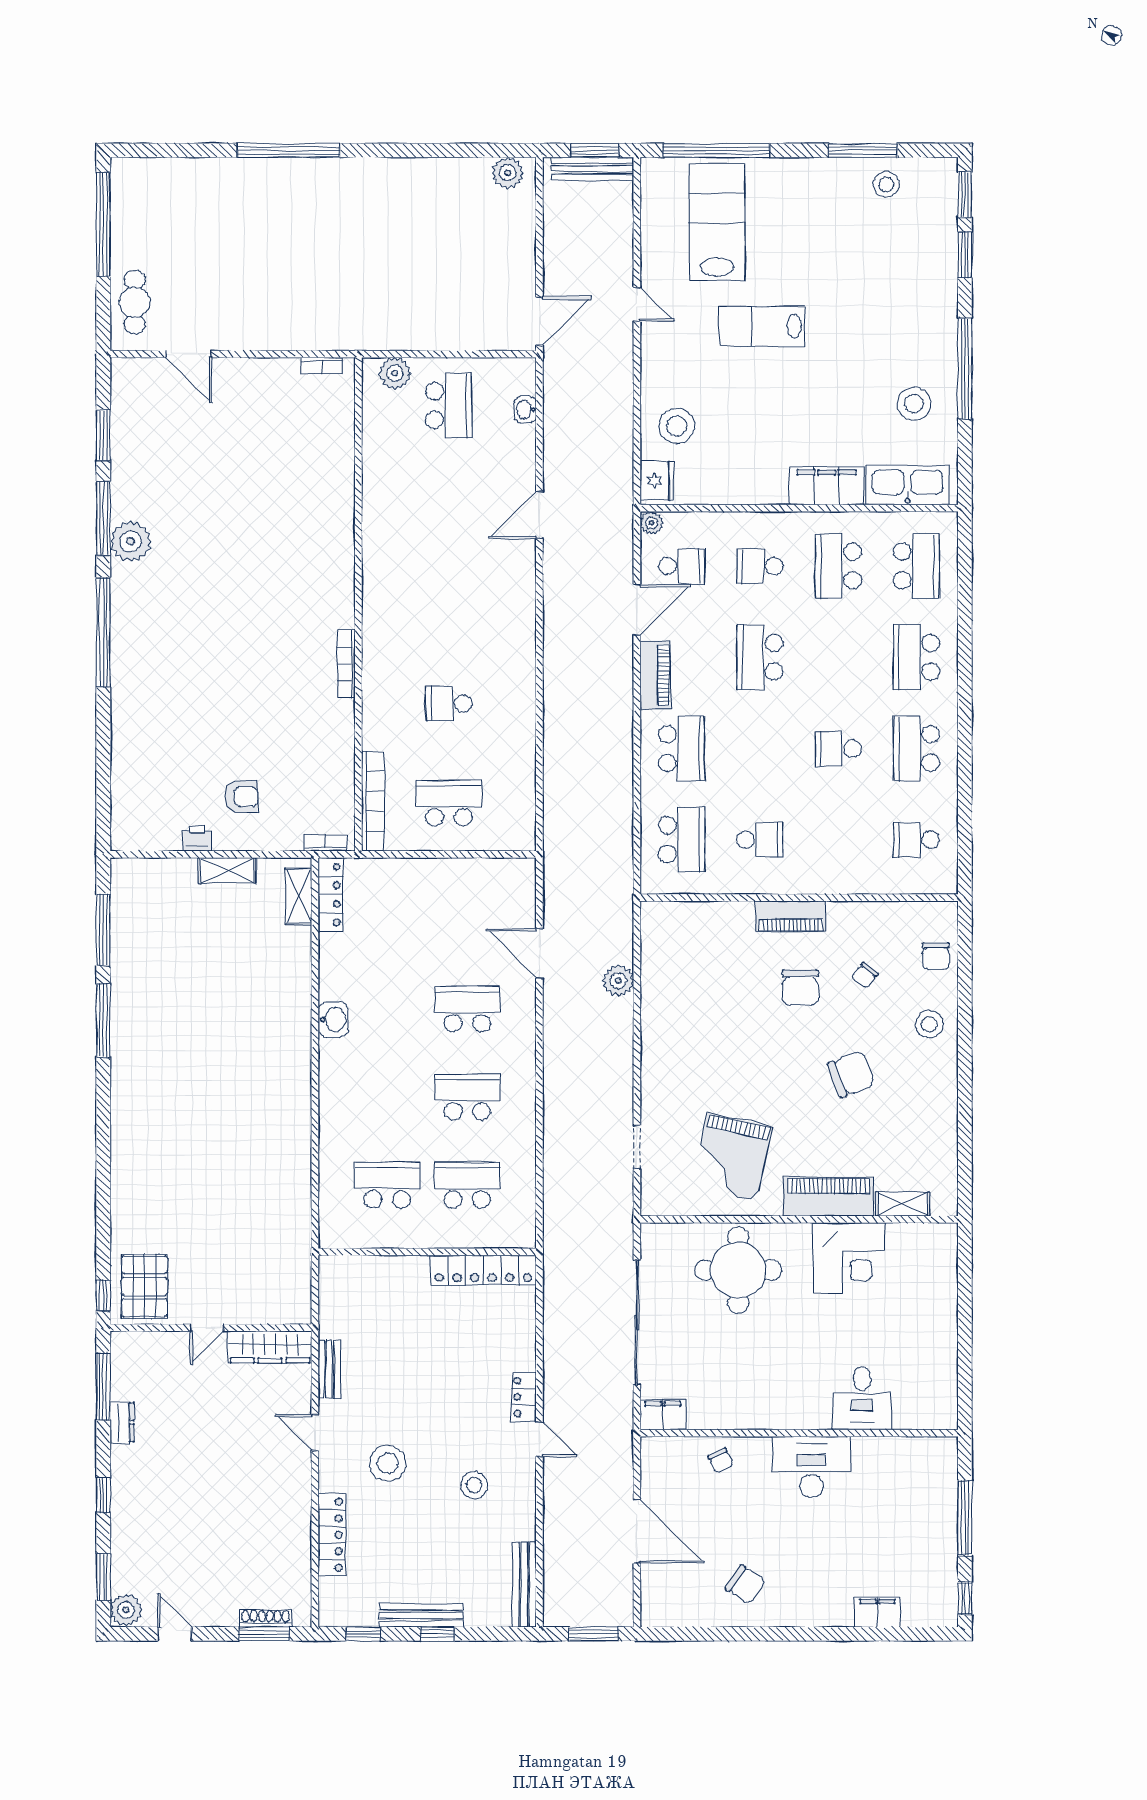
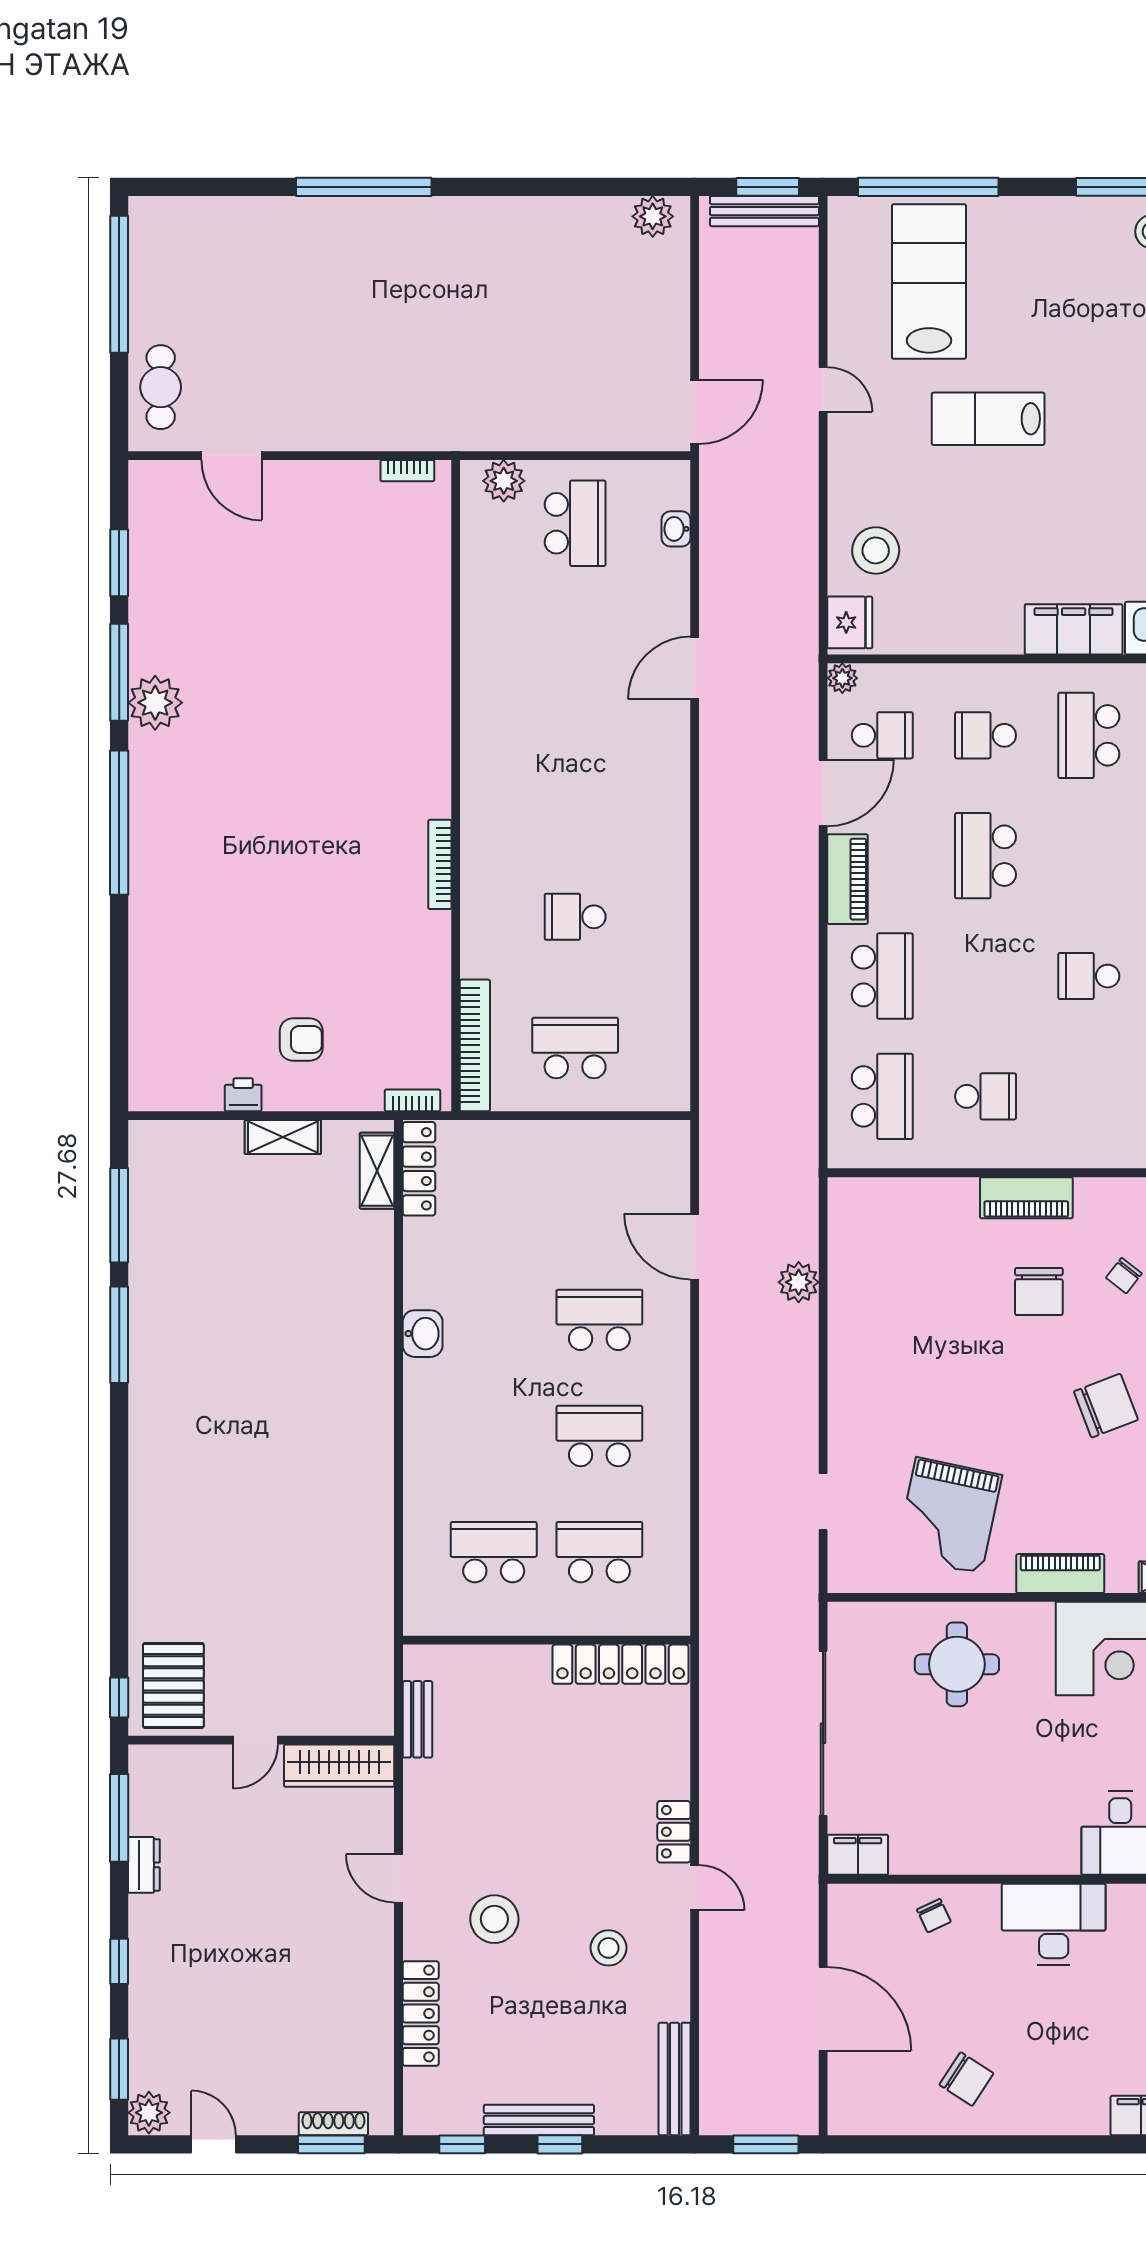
piano: (829, 1196) -> (1060, 1574), width x0.73, depth x0.75
round table: (738, 1270) -> (957, 1664), width x0.73, depth x0.73
bench: (329, 1369) -> (417, 1719), moved

